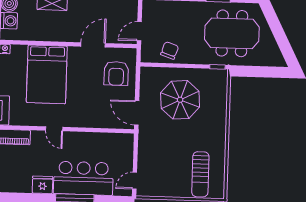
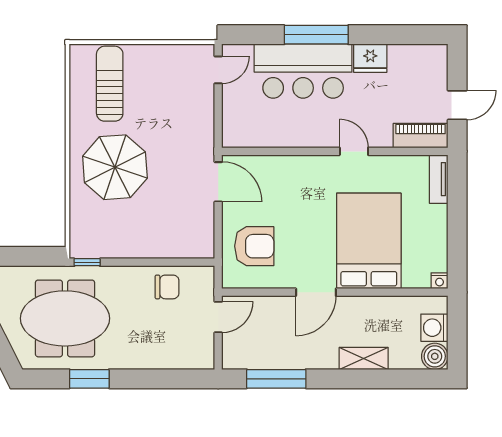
door: (93, 45) -> (316, 292), moved
chair: (170, 50) -> (167, 287), turned -109
armchair: (116, 73) -> (254, 246), turned 90
parasol: (180, 100) -> (115, 167), moved

